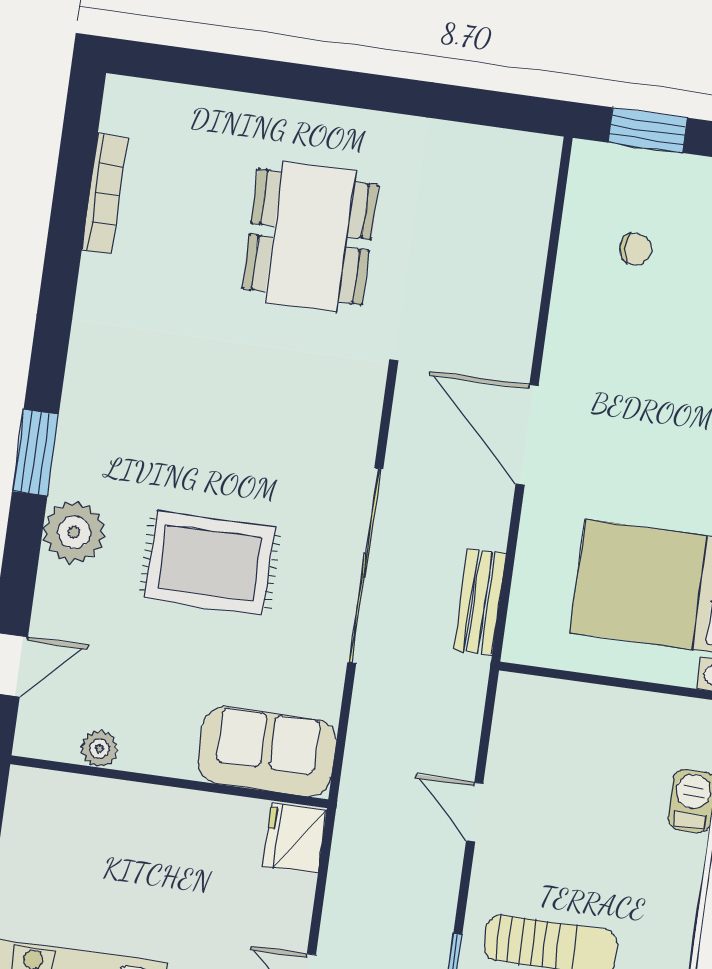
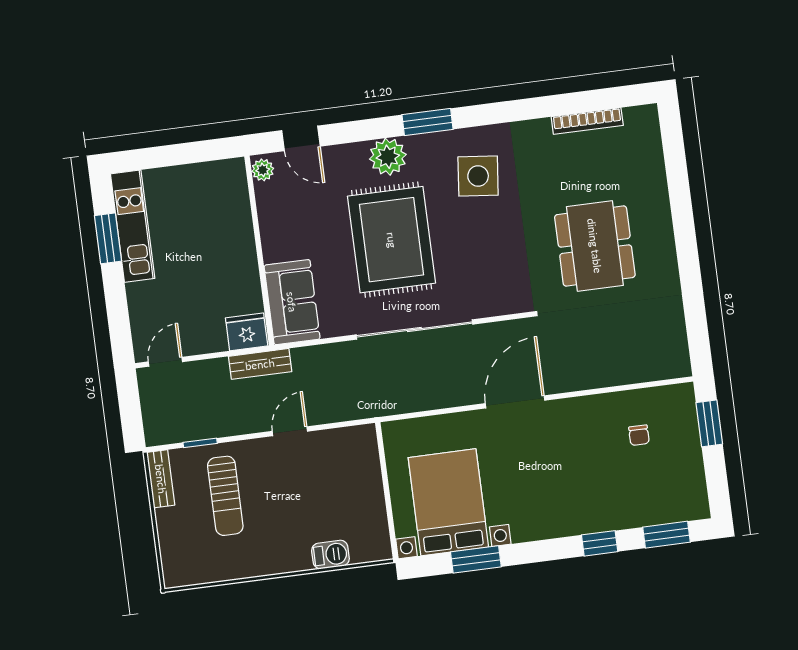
dining table: (310, 237) -> (595, 246), turned 90
side table: (145, 395) -> (478, 176), added
rug: (210, 563) -> (392, 240), width x1.37, depth x1.44
bench: (480, 602) -> (260, 364), moved
plant: (99, 749) -> (263, 170), moved

